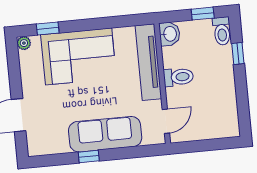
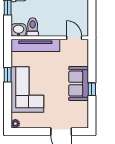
window: (48, 28) -> (8, 75), moved
toilet: (178, 77) -> (33, 27), moved
sofa: (105, 134) -> (79, 84), width x0.73

